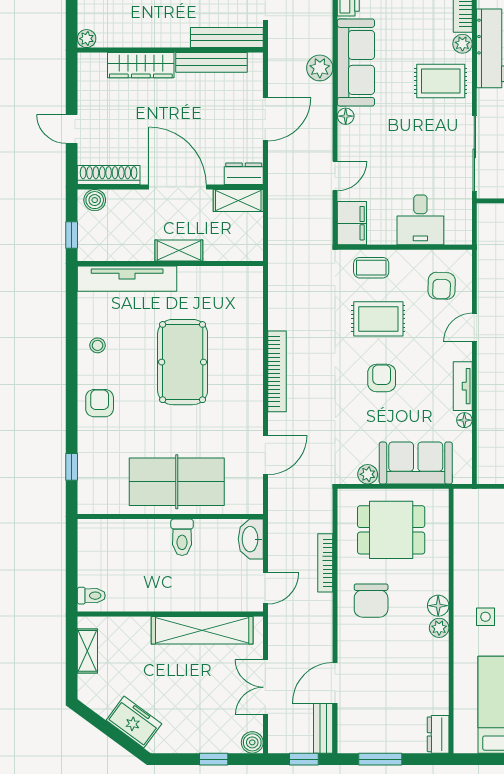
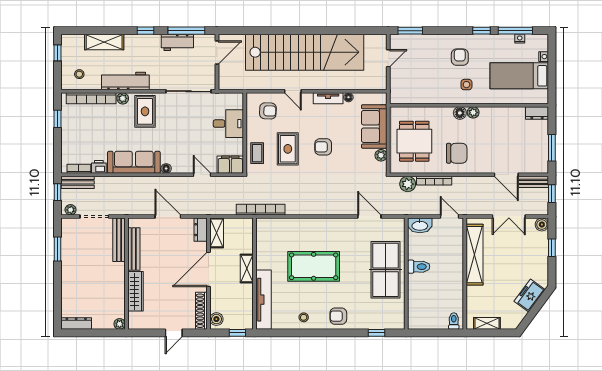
plant: (320, 68) -> (408, 184), moved
bookcase: (277, 371) -> (261, 210), moved

